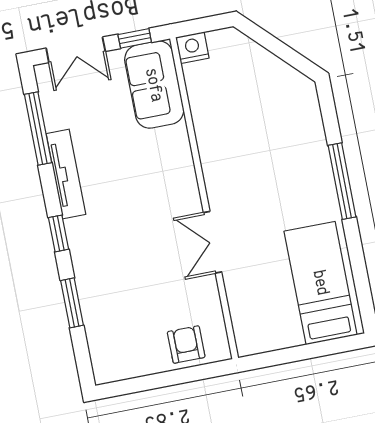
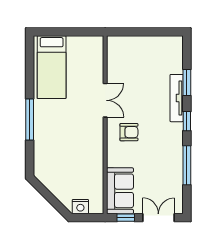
nightstand: (192, 48) -> (80, 207), moved
window: (38, 128) -> (187, 165), moved
tv unit: (66, 174) -> (177, 98), moved
armchair: (186, 344) -> (129, 132), moved, turned -90

